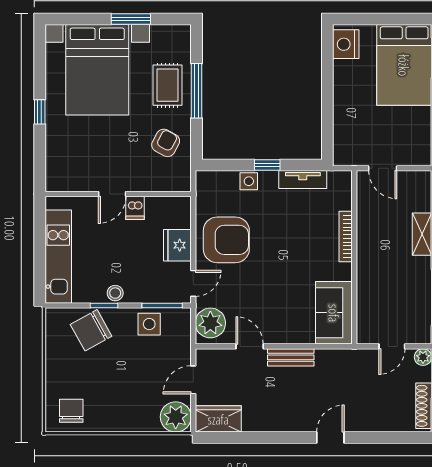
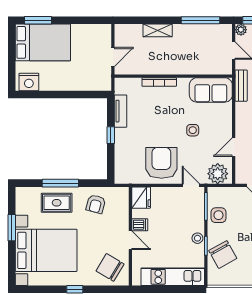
armchair: (166, 143) -> (96, 204), turned -103
chair: (72, 164) -> (110, 267), added
side table: (249, 181) -> (193, 130), moved
fridge: (177, 245) -> (141, 198), moved, turned -90
bench: (291, 357) -> (241, 86), moved

